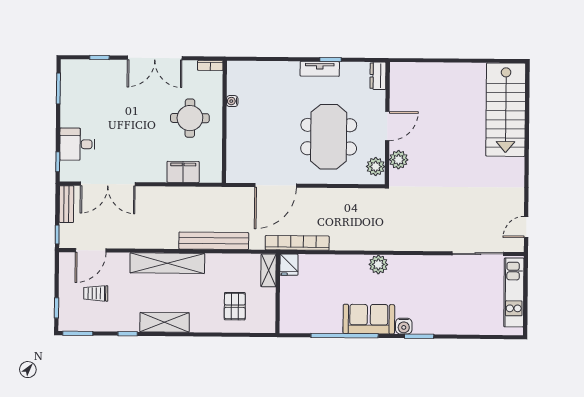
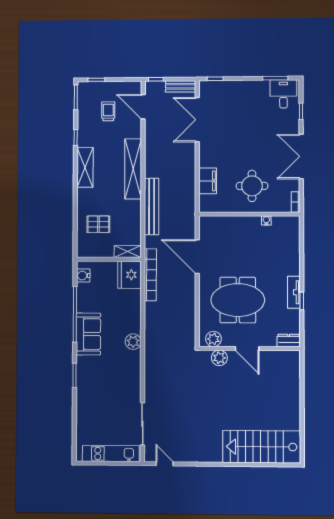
desk: (77, 144) -> (283, 94), moved
fridge: (289, 265) -> (129, 275), width x1.88, depth x1.34
water cooler: (404, 326) -> (83, 276), moved

